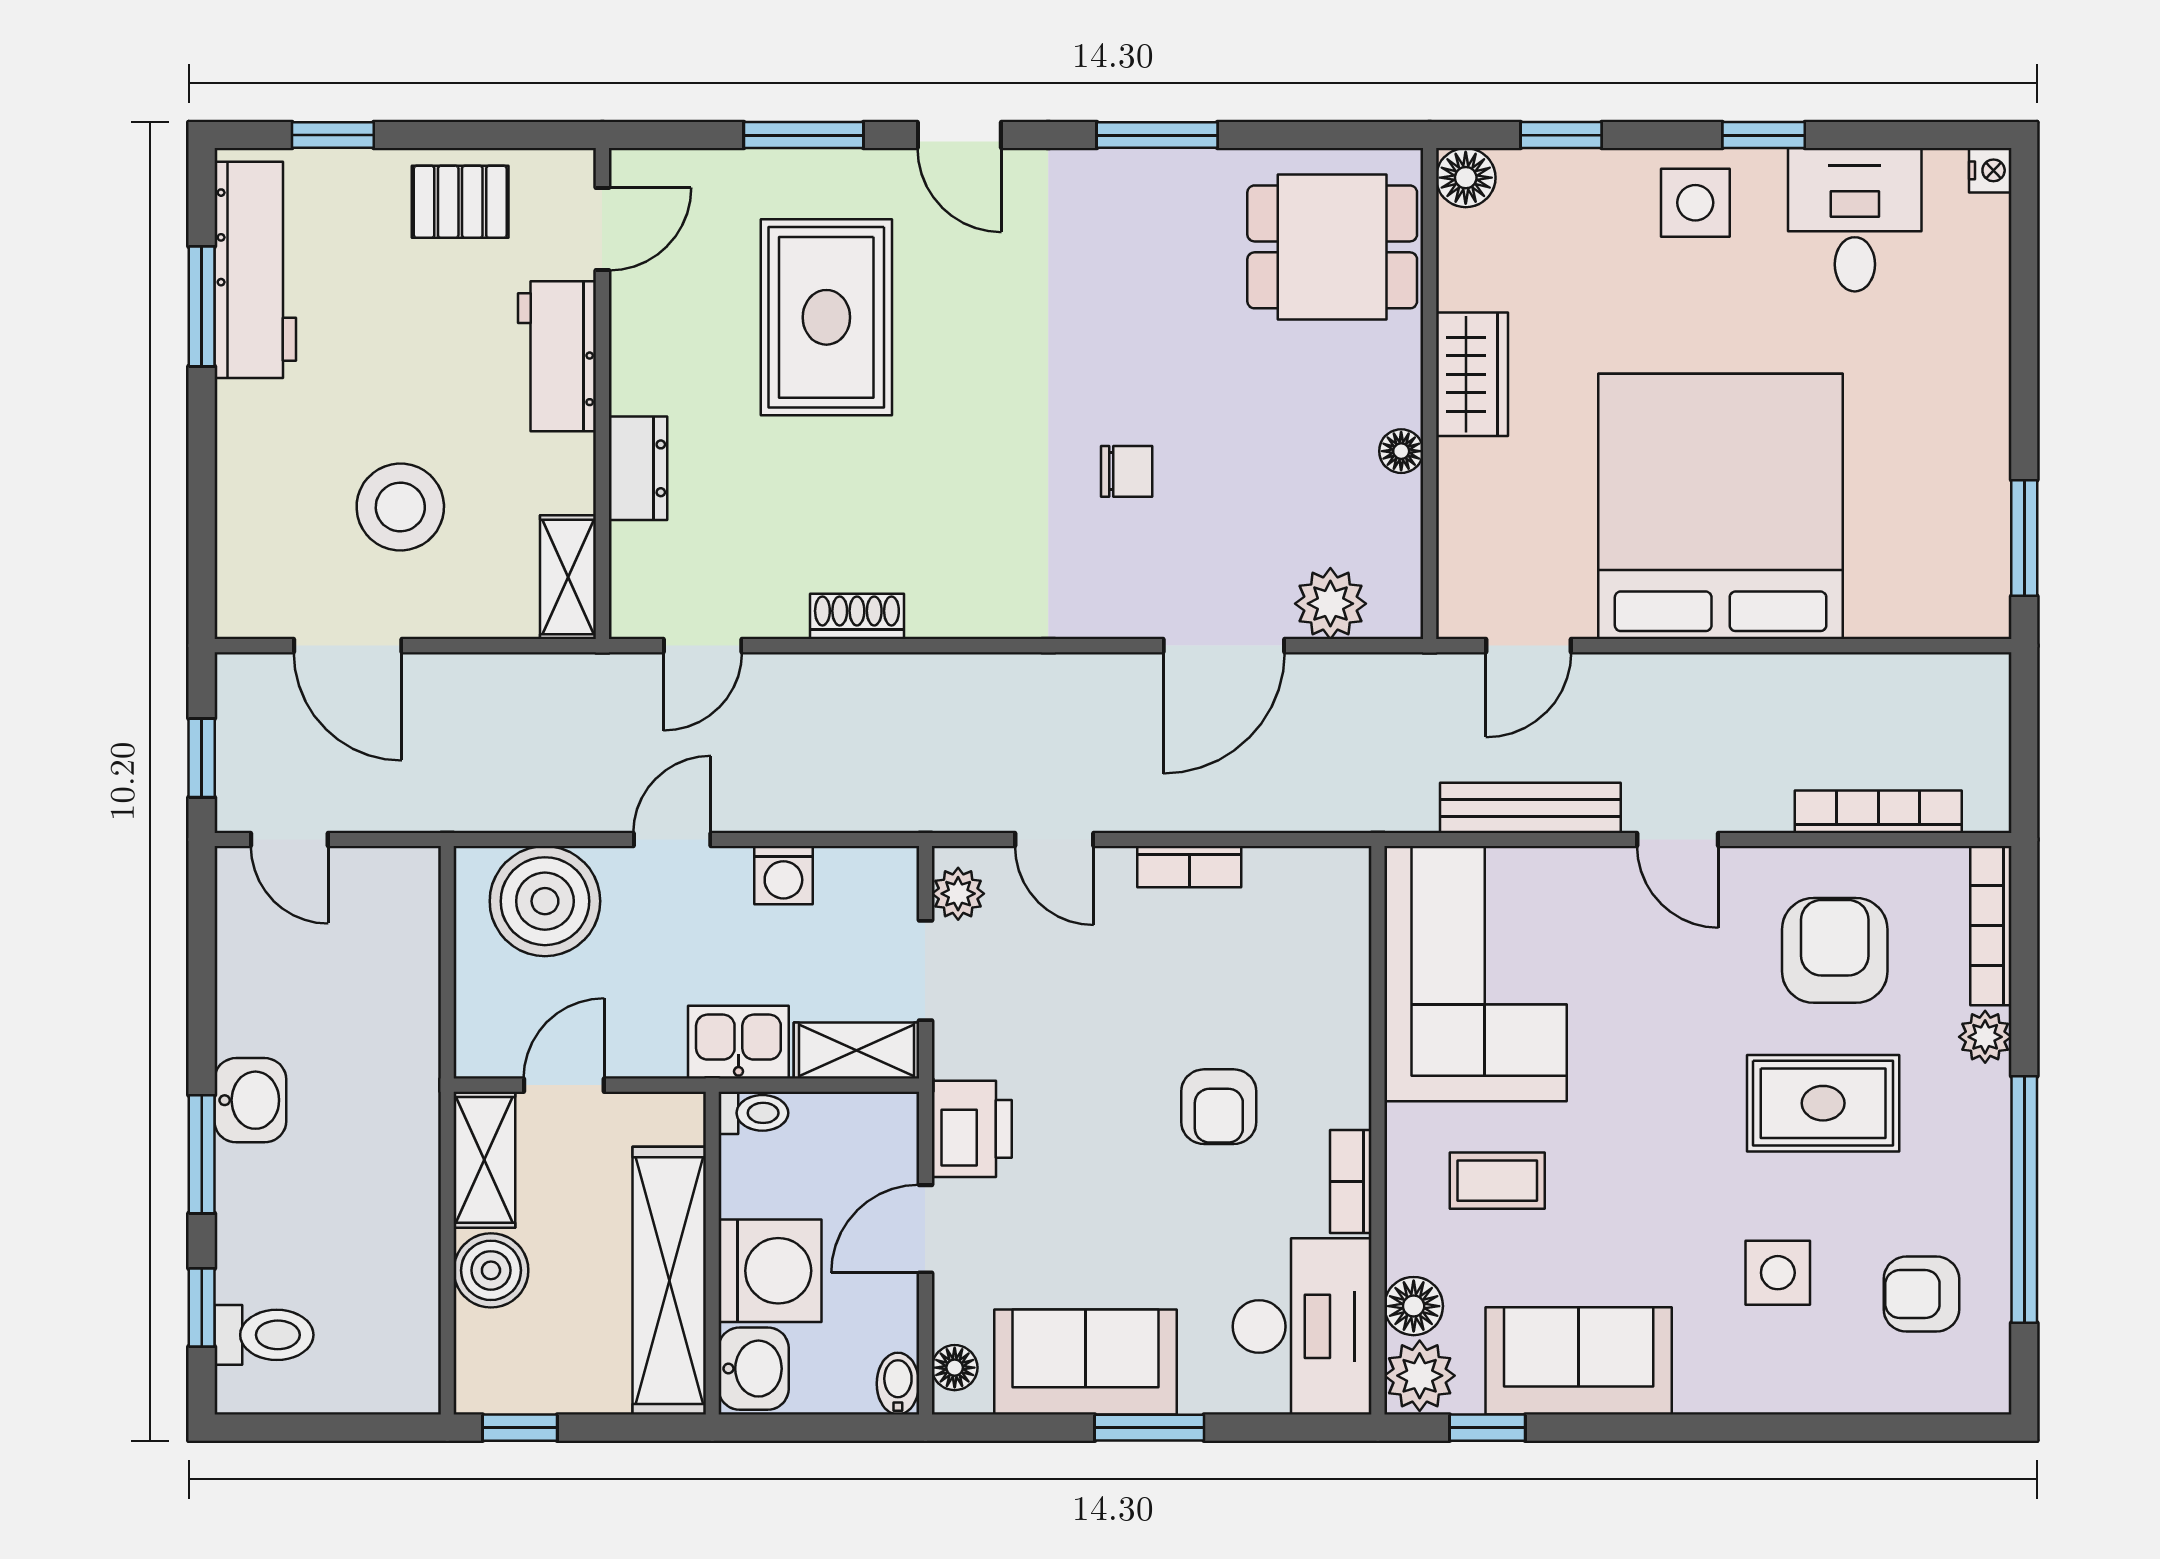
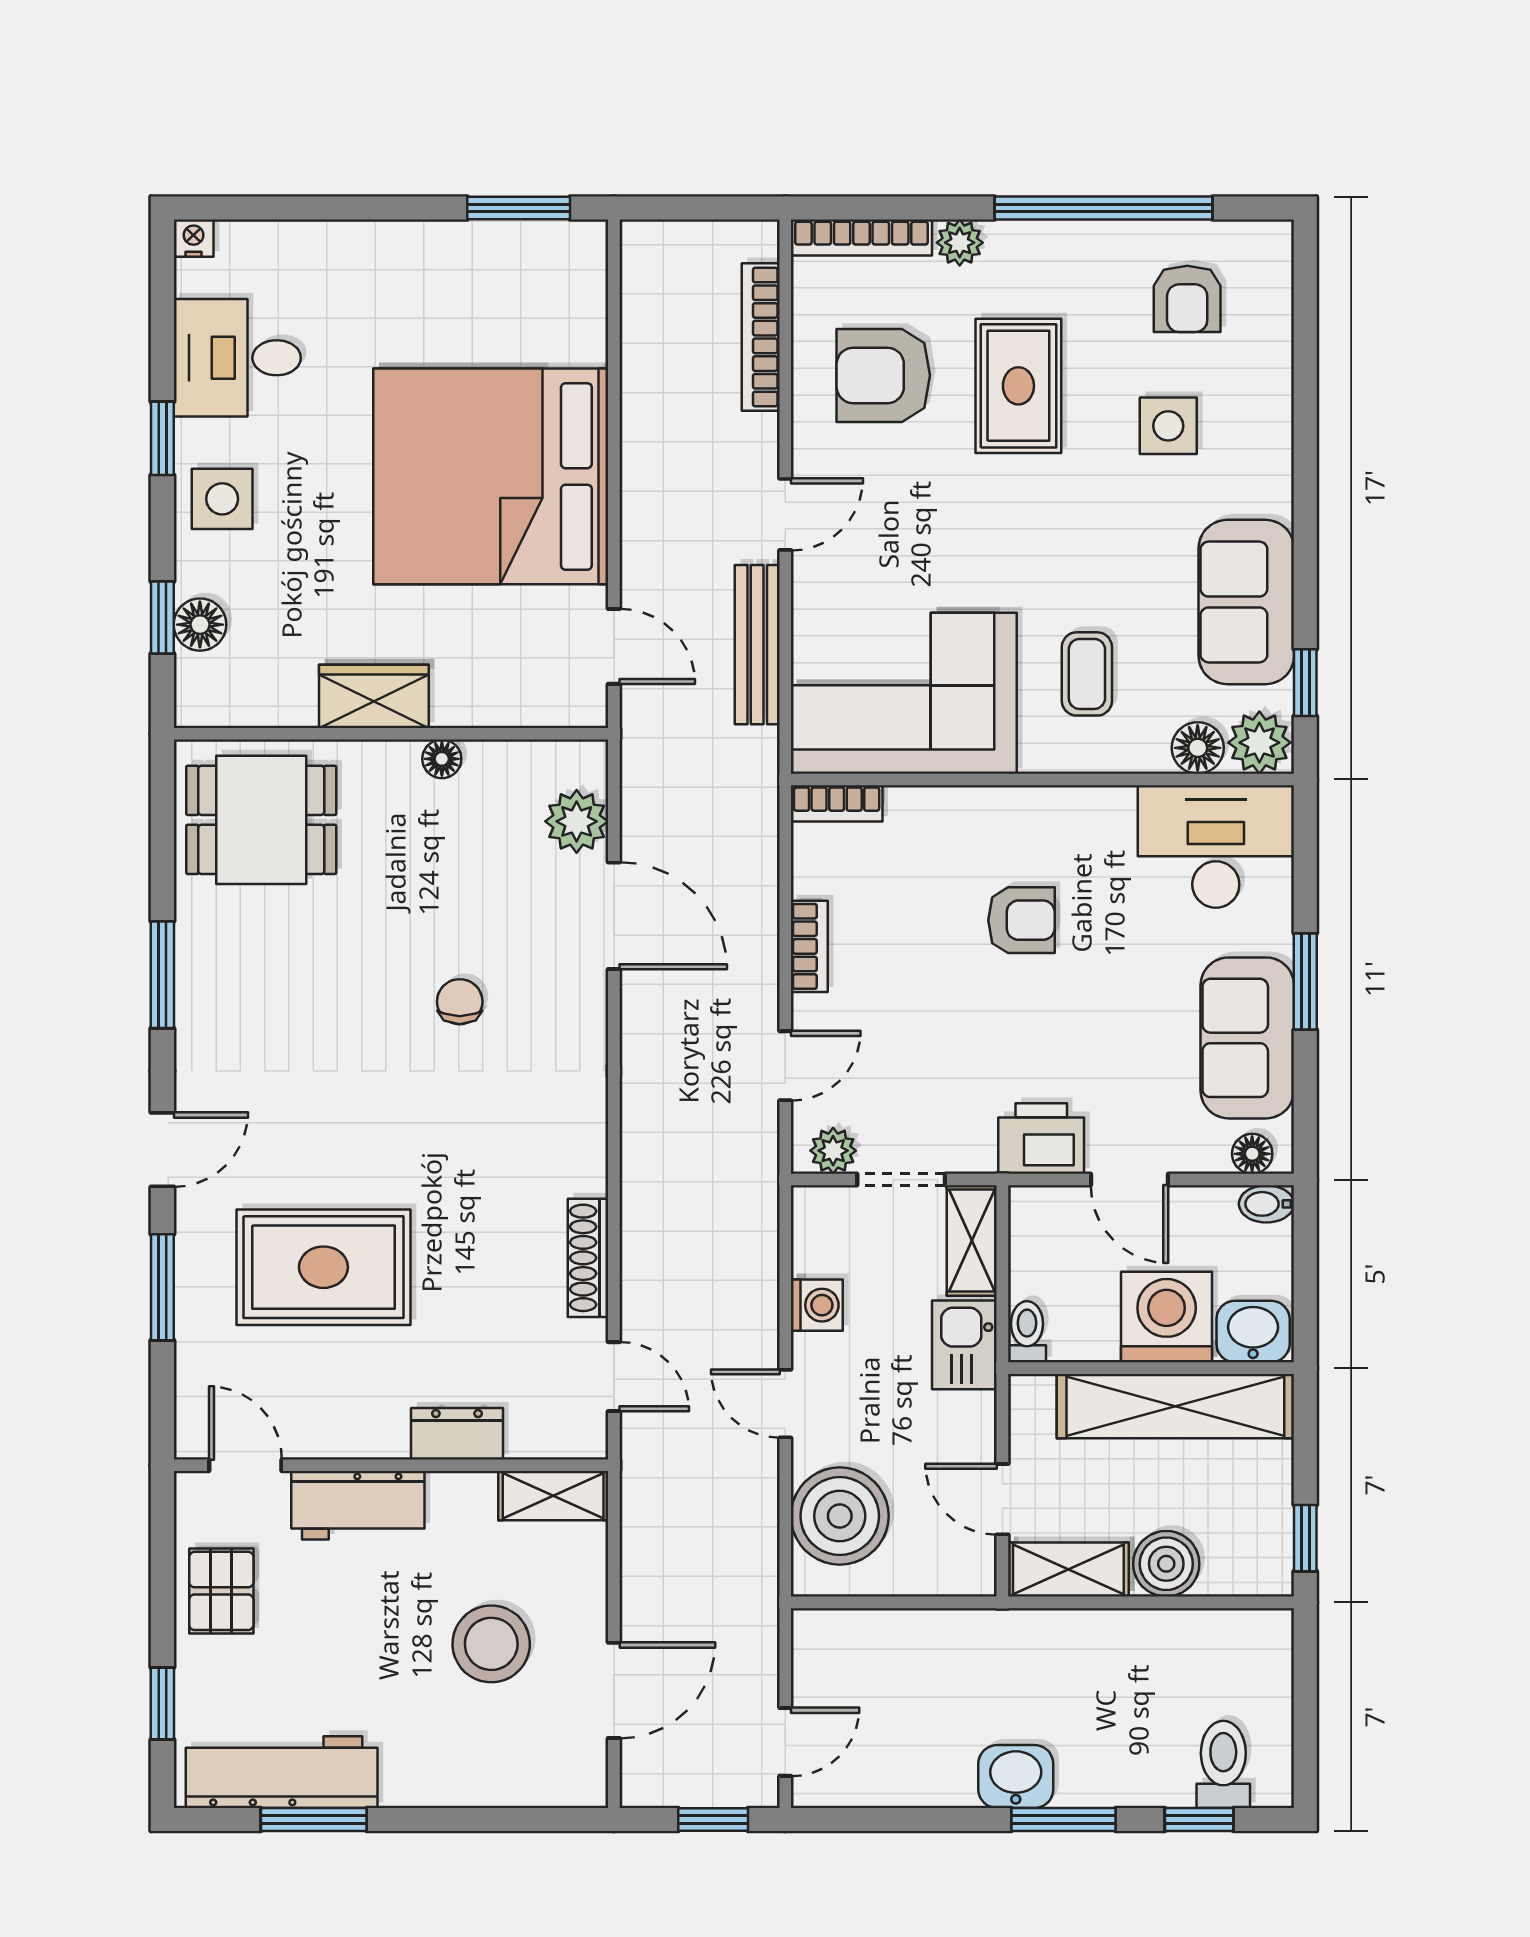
floor lamp: (1466, 178) -> (200, 625), moved
dining table: (1332, 247) -> (261, 820), turned 90
shoe rack: (857, 616) -> (588, 1258), width x1.43
bookcase: (1351, 1181) -> (837, 803), moved

